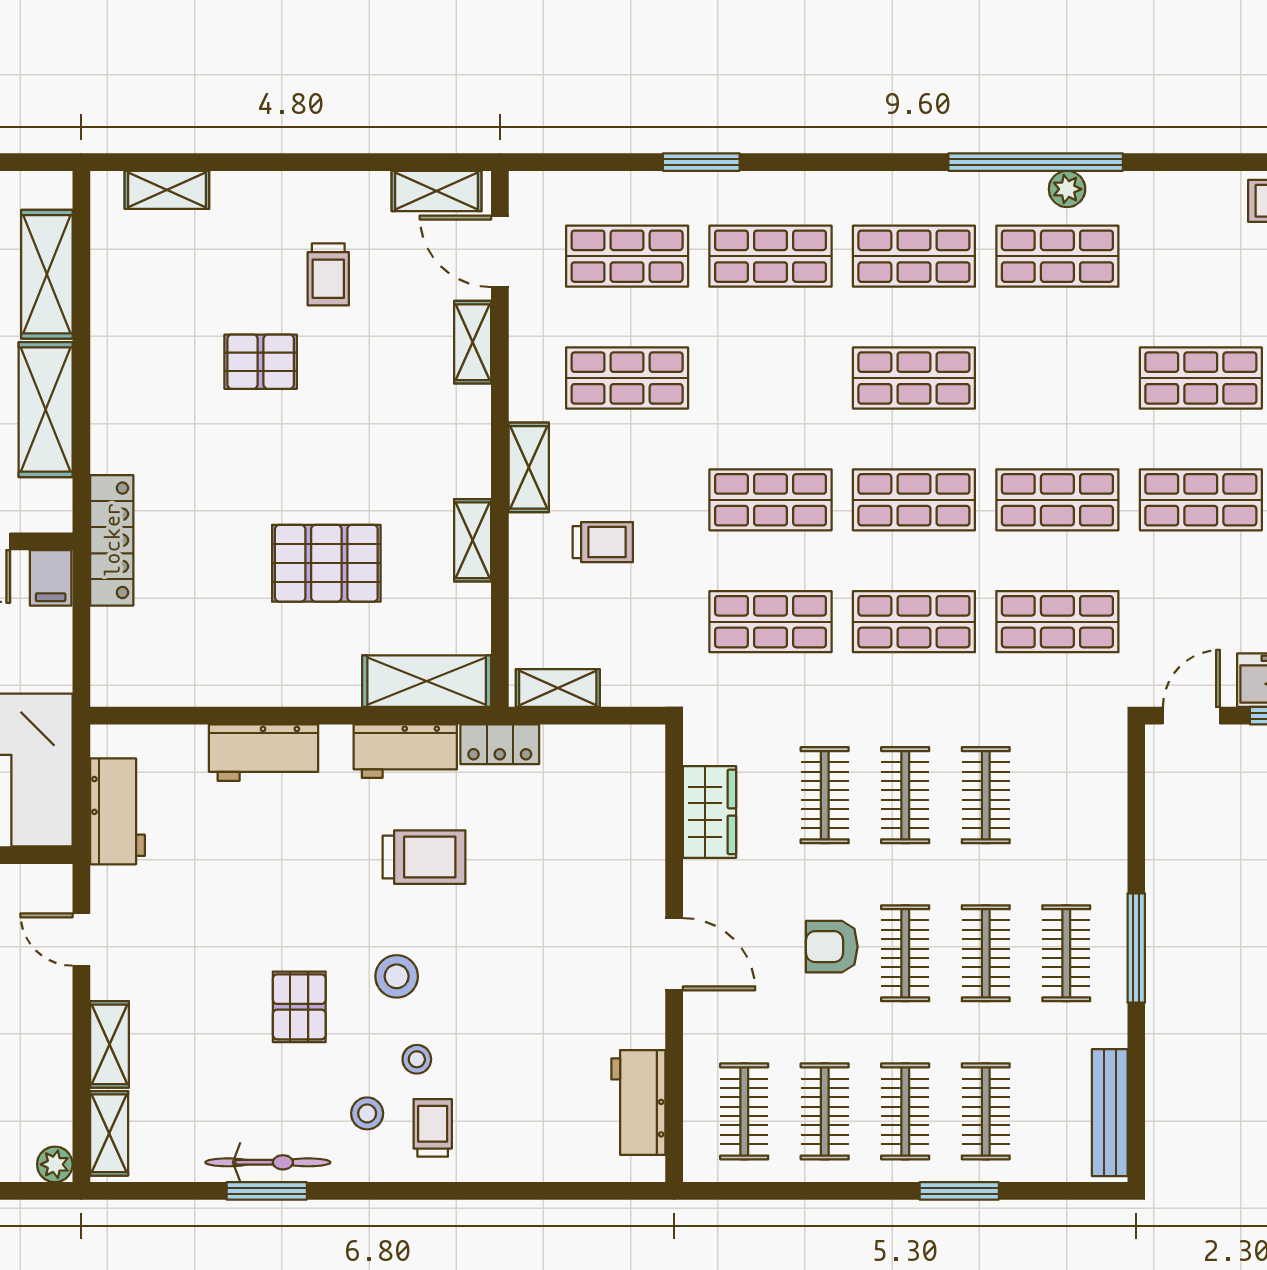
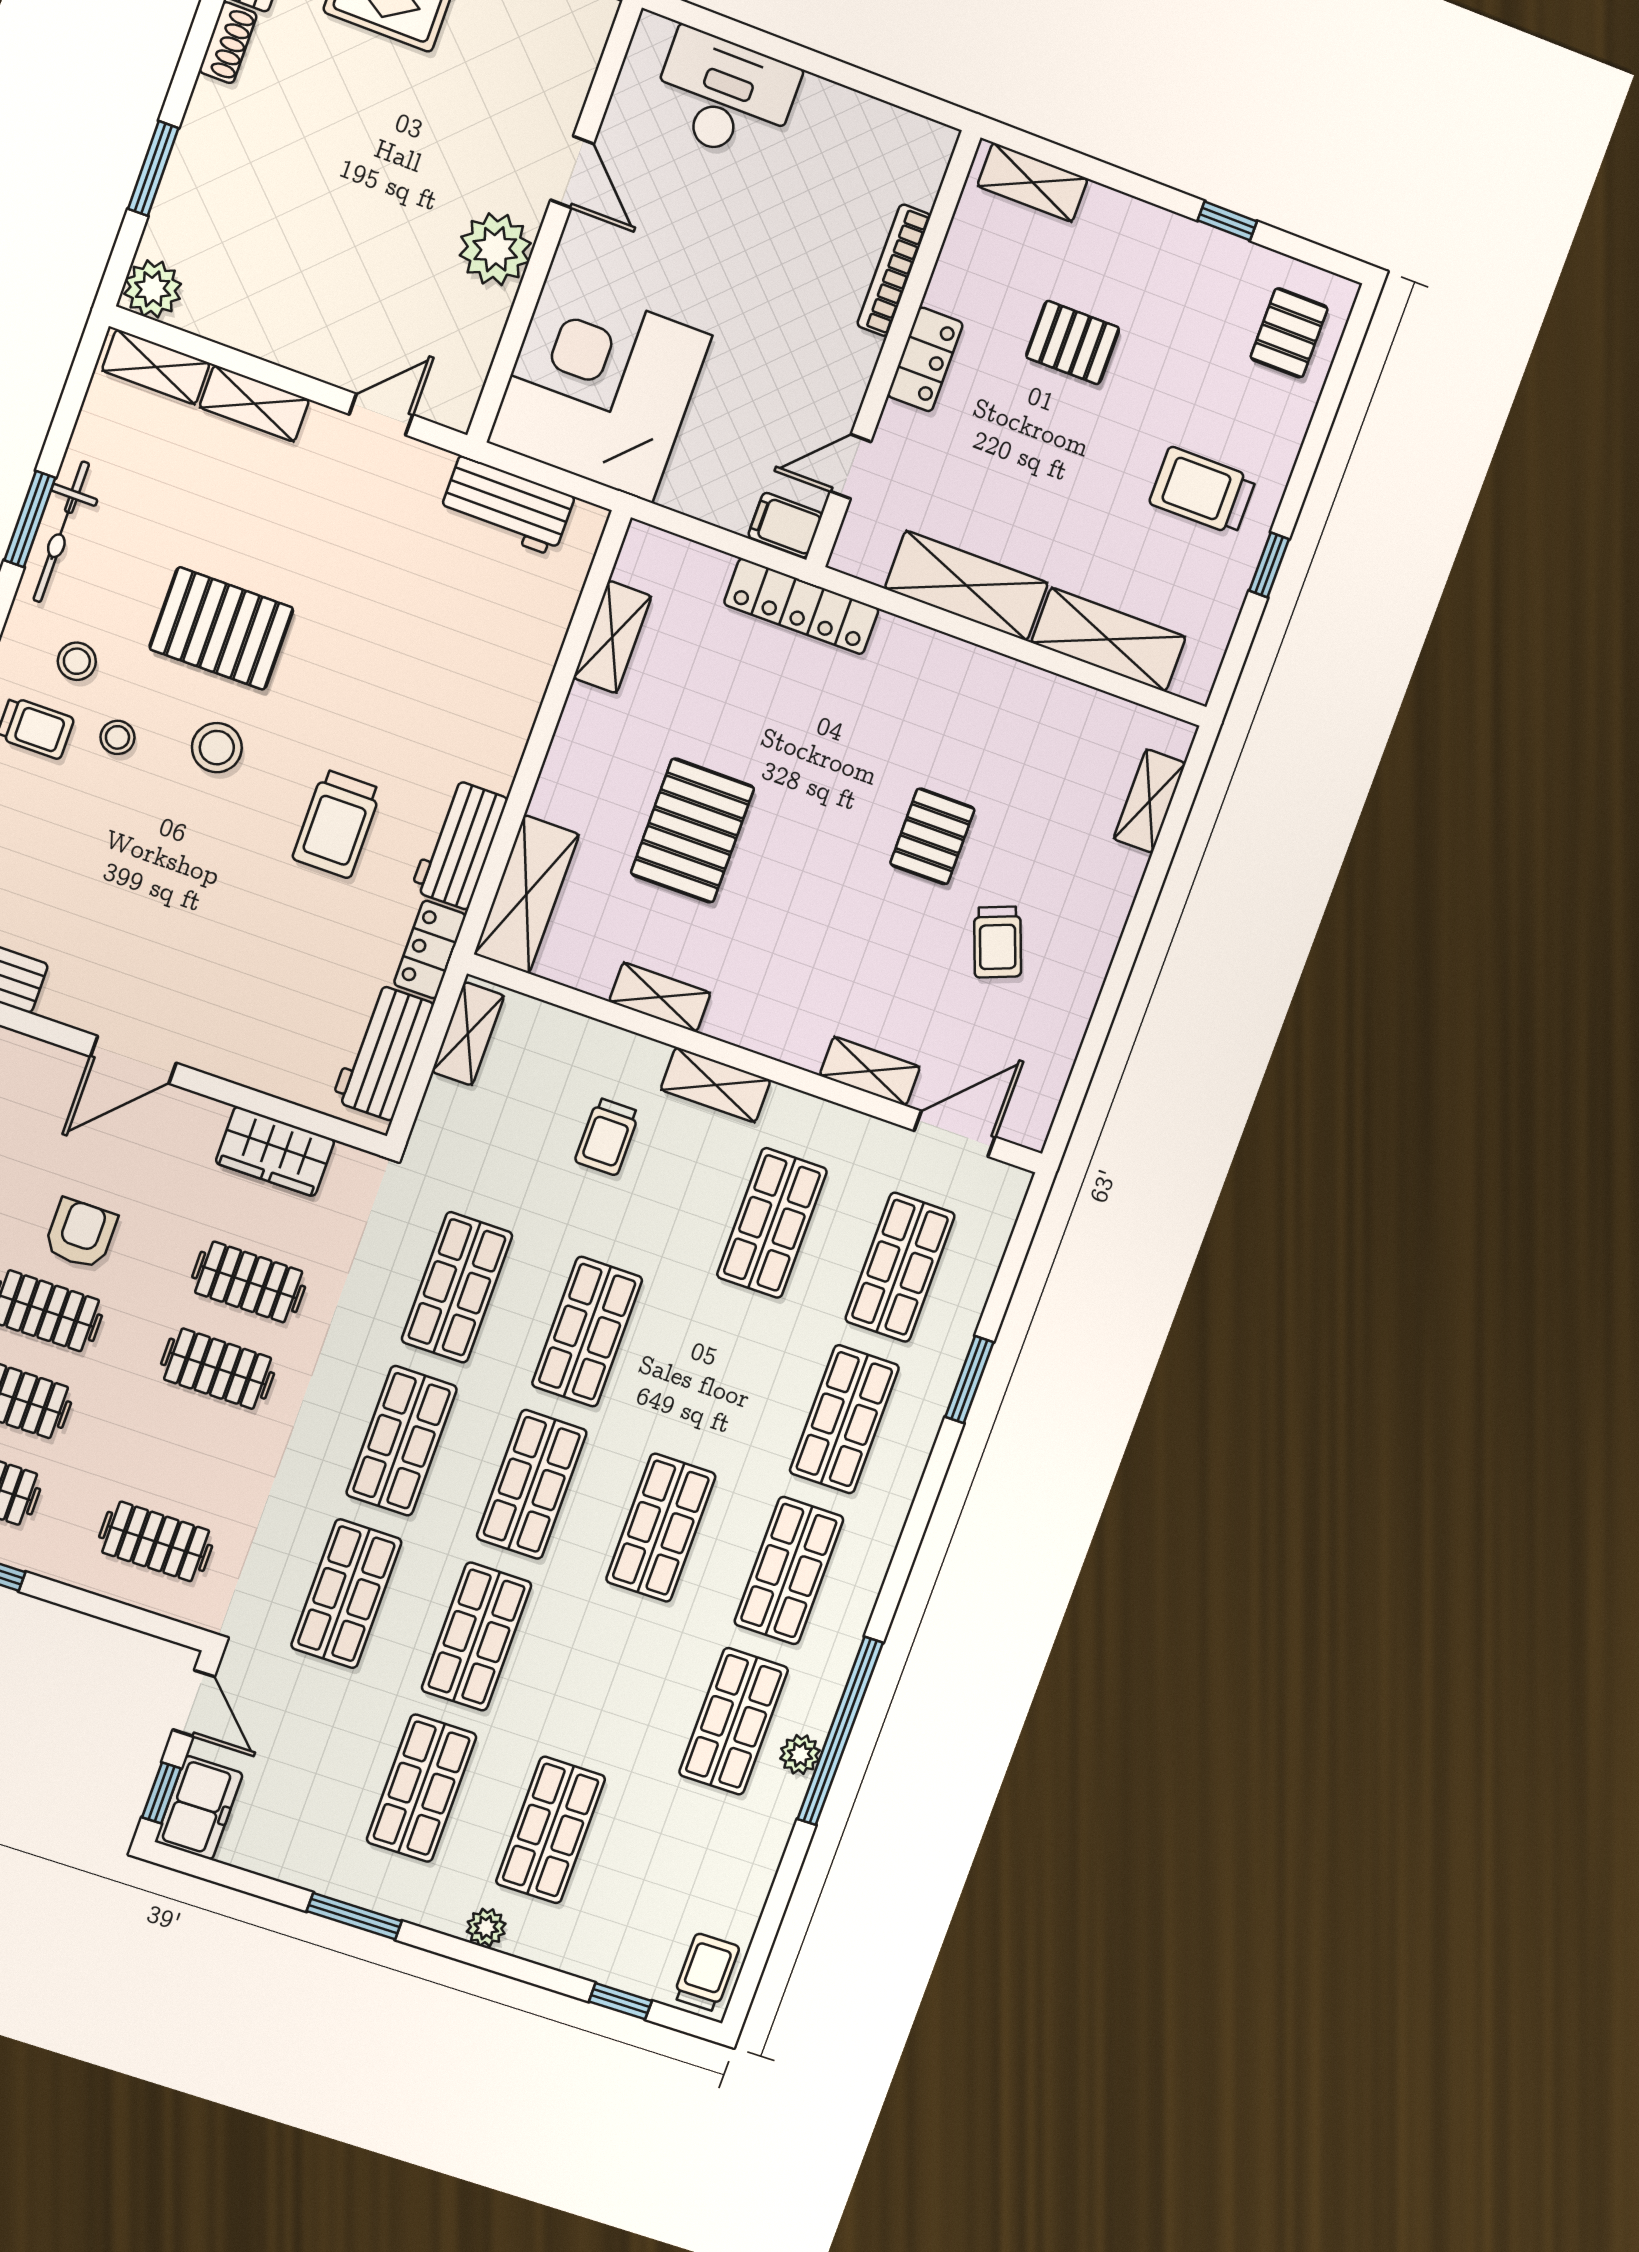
shelving: (437, 191) -> (612, 637), moved
trolley: (328, 274) -> (998, 942), turned -111
workbench: (264, 753) -> (383, 1052), moved
clothes rail: (986, 795) -> (156, 1541), moved
pallet: (299, 1007) -> (221, 628), width x1.50, depth x1.42
plant: (55, 1164) -> (153, 289), width x1.38, depth x1.38

